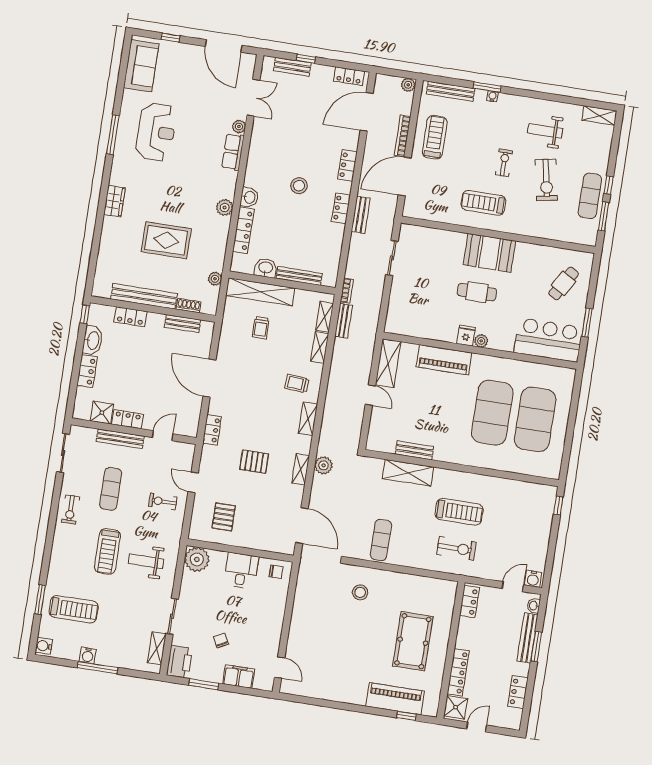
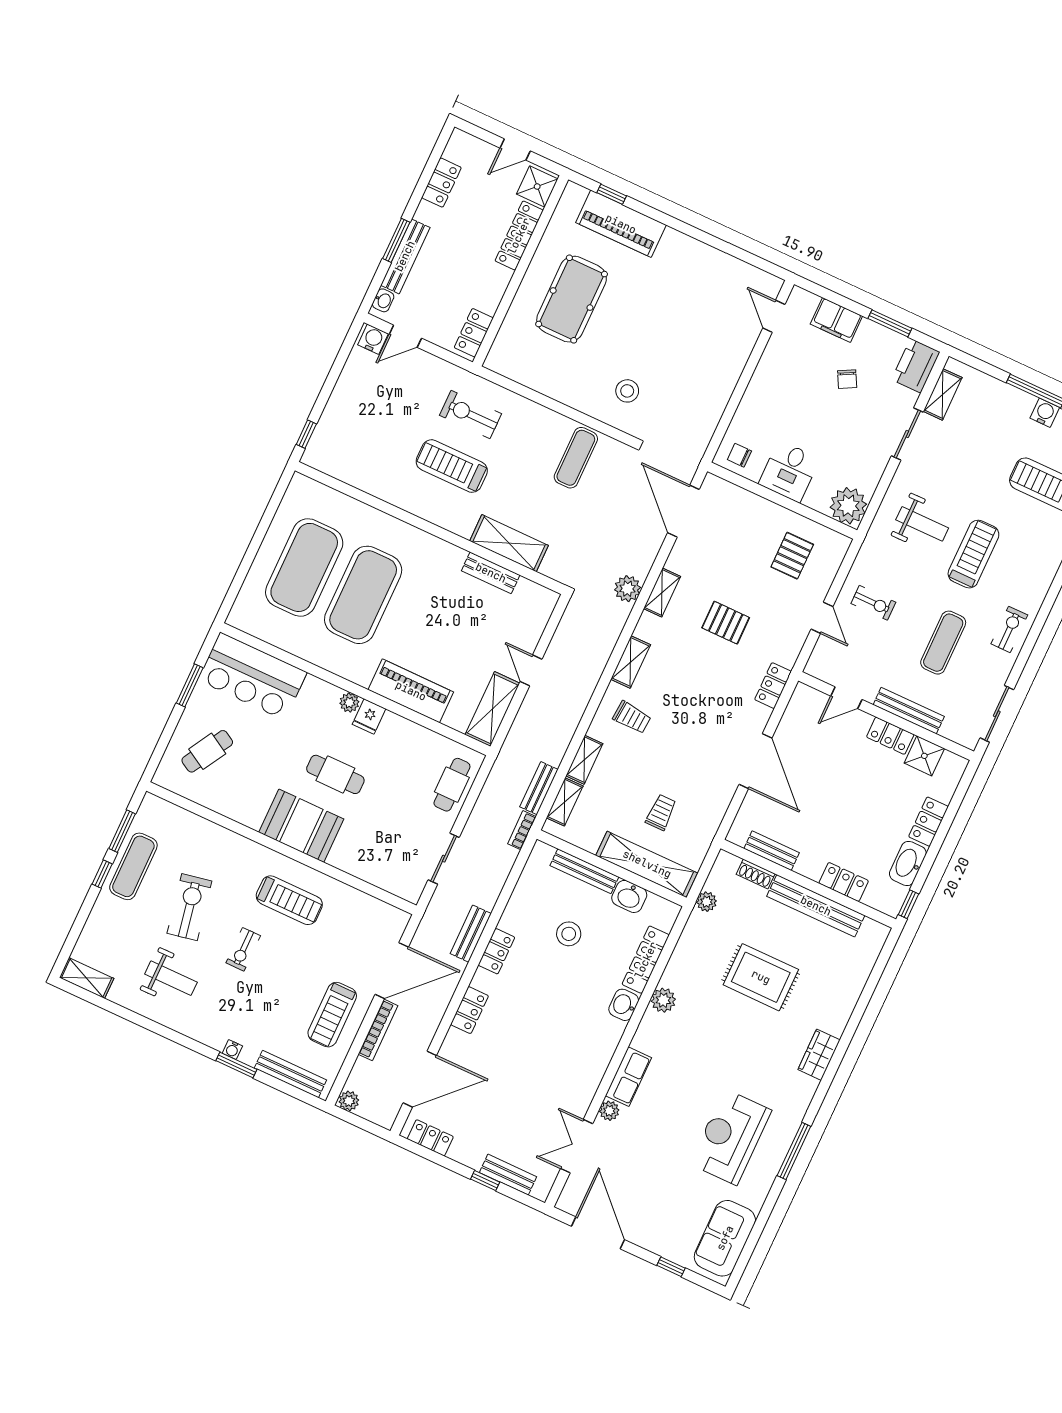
stool: (299, 186) -> (569, 934), moved
cafe table: (400, 307) -> (452, 785), added

